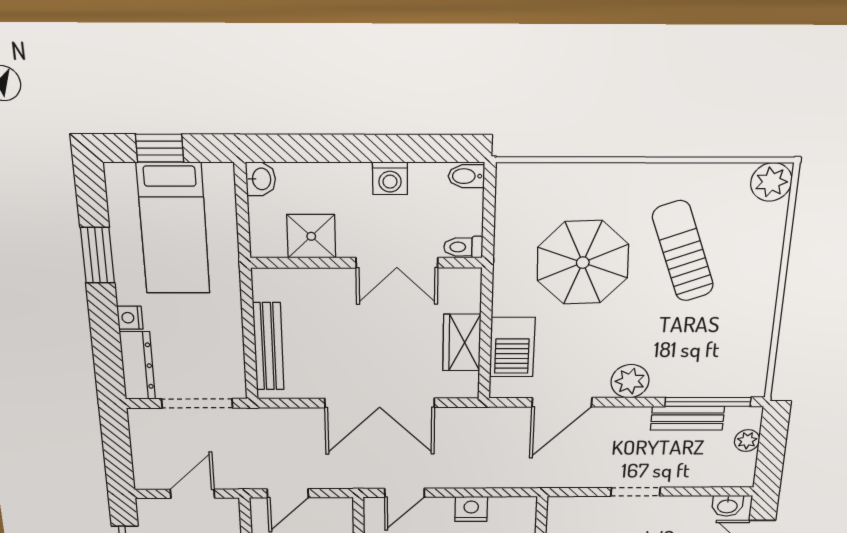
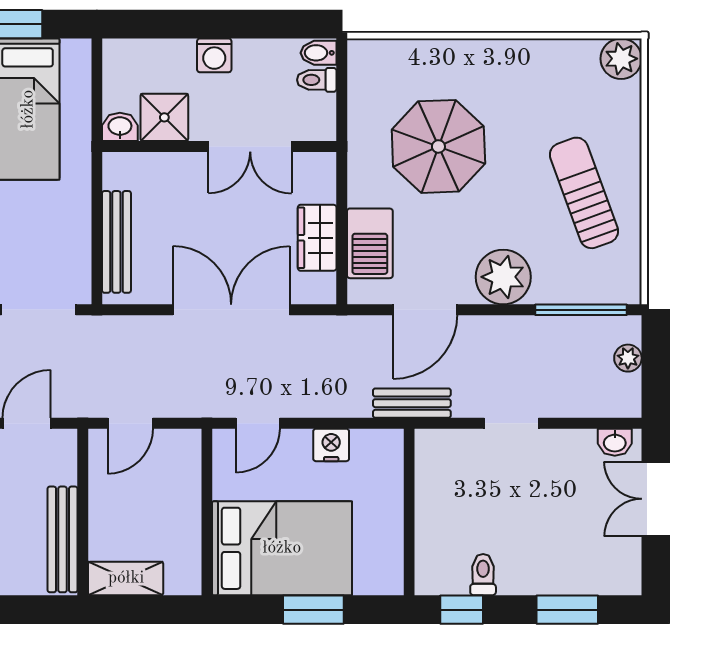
washing machine: (390, 178) -> (214, 55), moved
washbasin: (261, 179) -> (120, 127), moved, turned -90
toilet: (463, 247) -> (317, 80), moved
sun lounger: (683, 251) -> (584, 193), moved
plant: (630, 381) -> (503, 277), width x1.36, depth x1.36
double door: (380, 403) -> (231, 310), swing flipped
bench: (687, 418) -> (412, 403), moved

